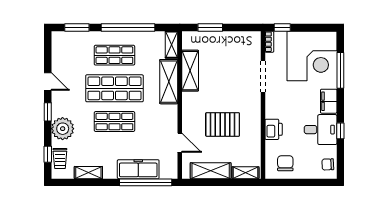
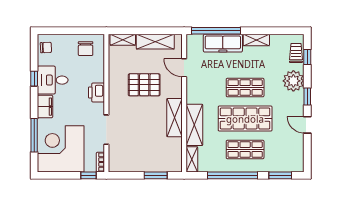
shelving: (190, 71) -> (174, 118), moved
printer: (274, 129) -> (97, 92), moved
shelving: (88, 173) -> (256, 40), moved

